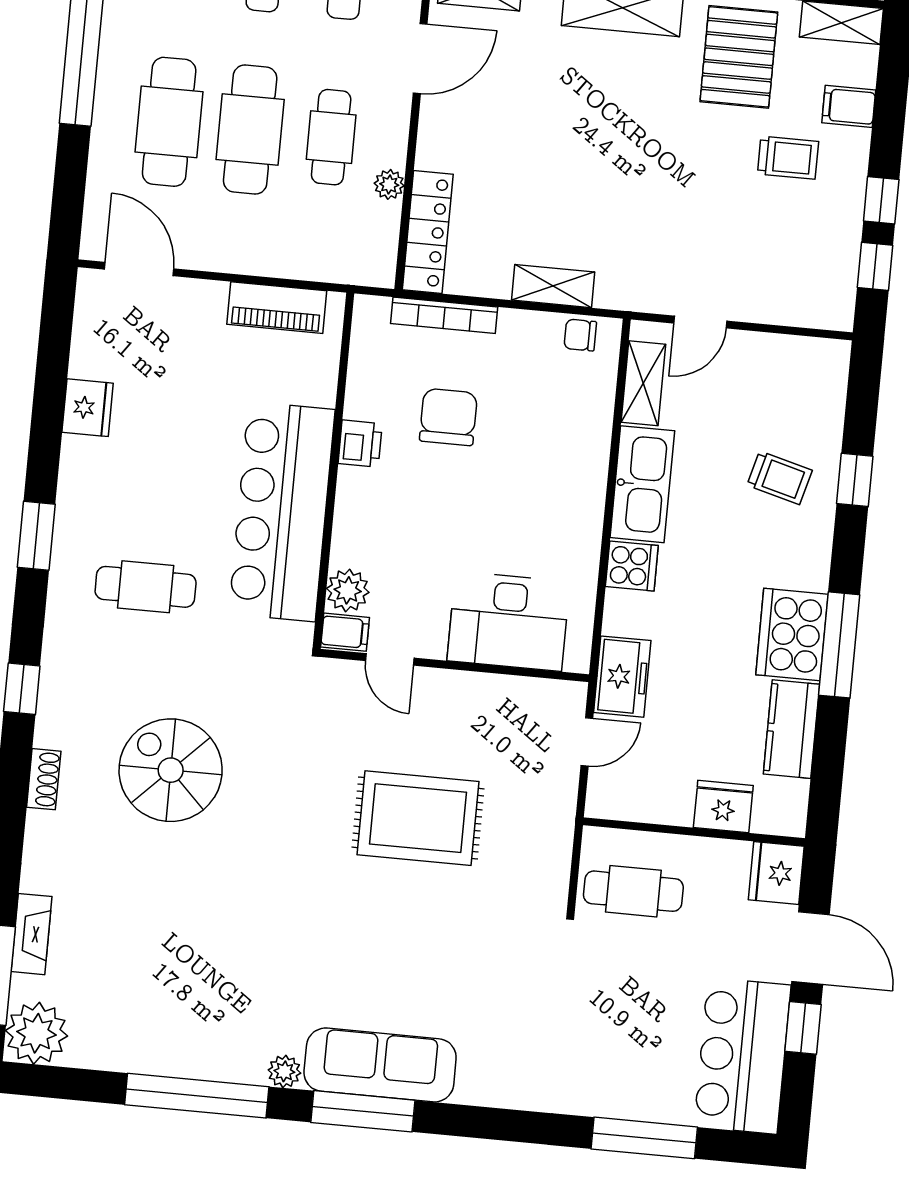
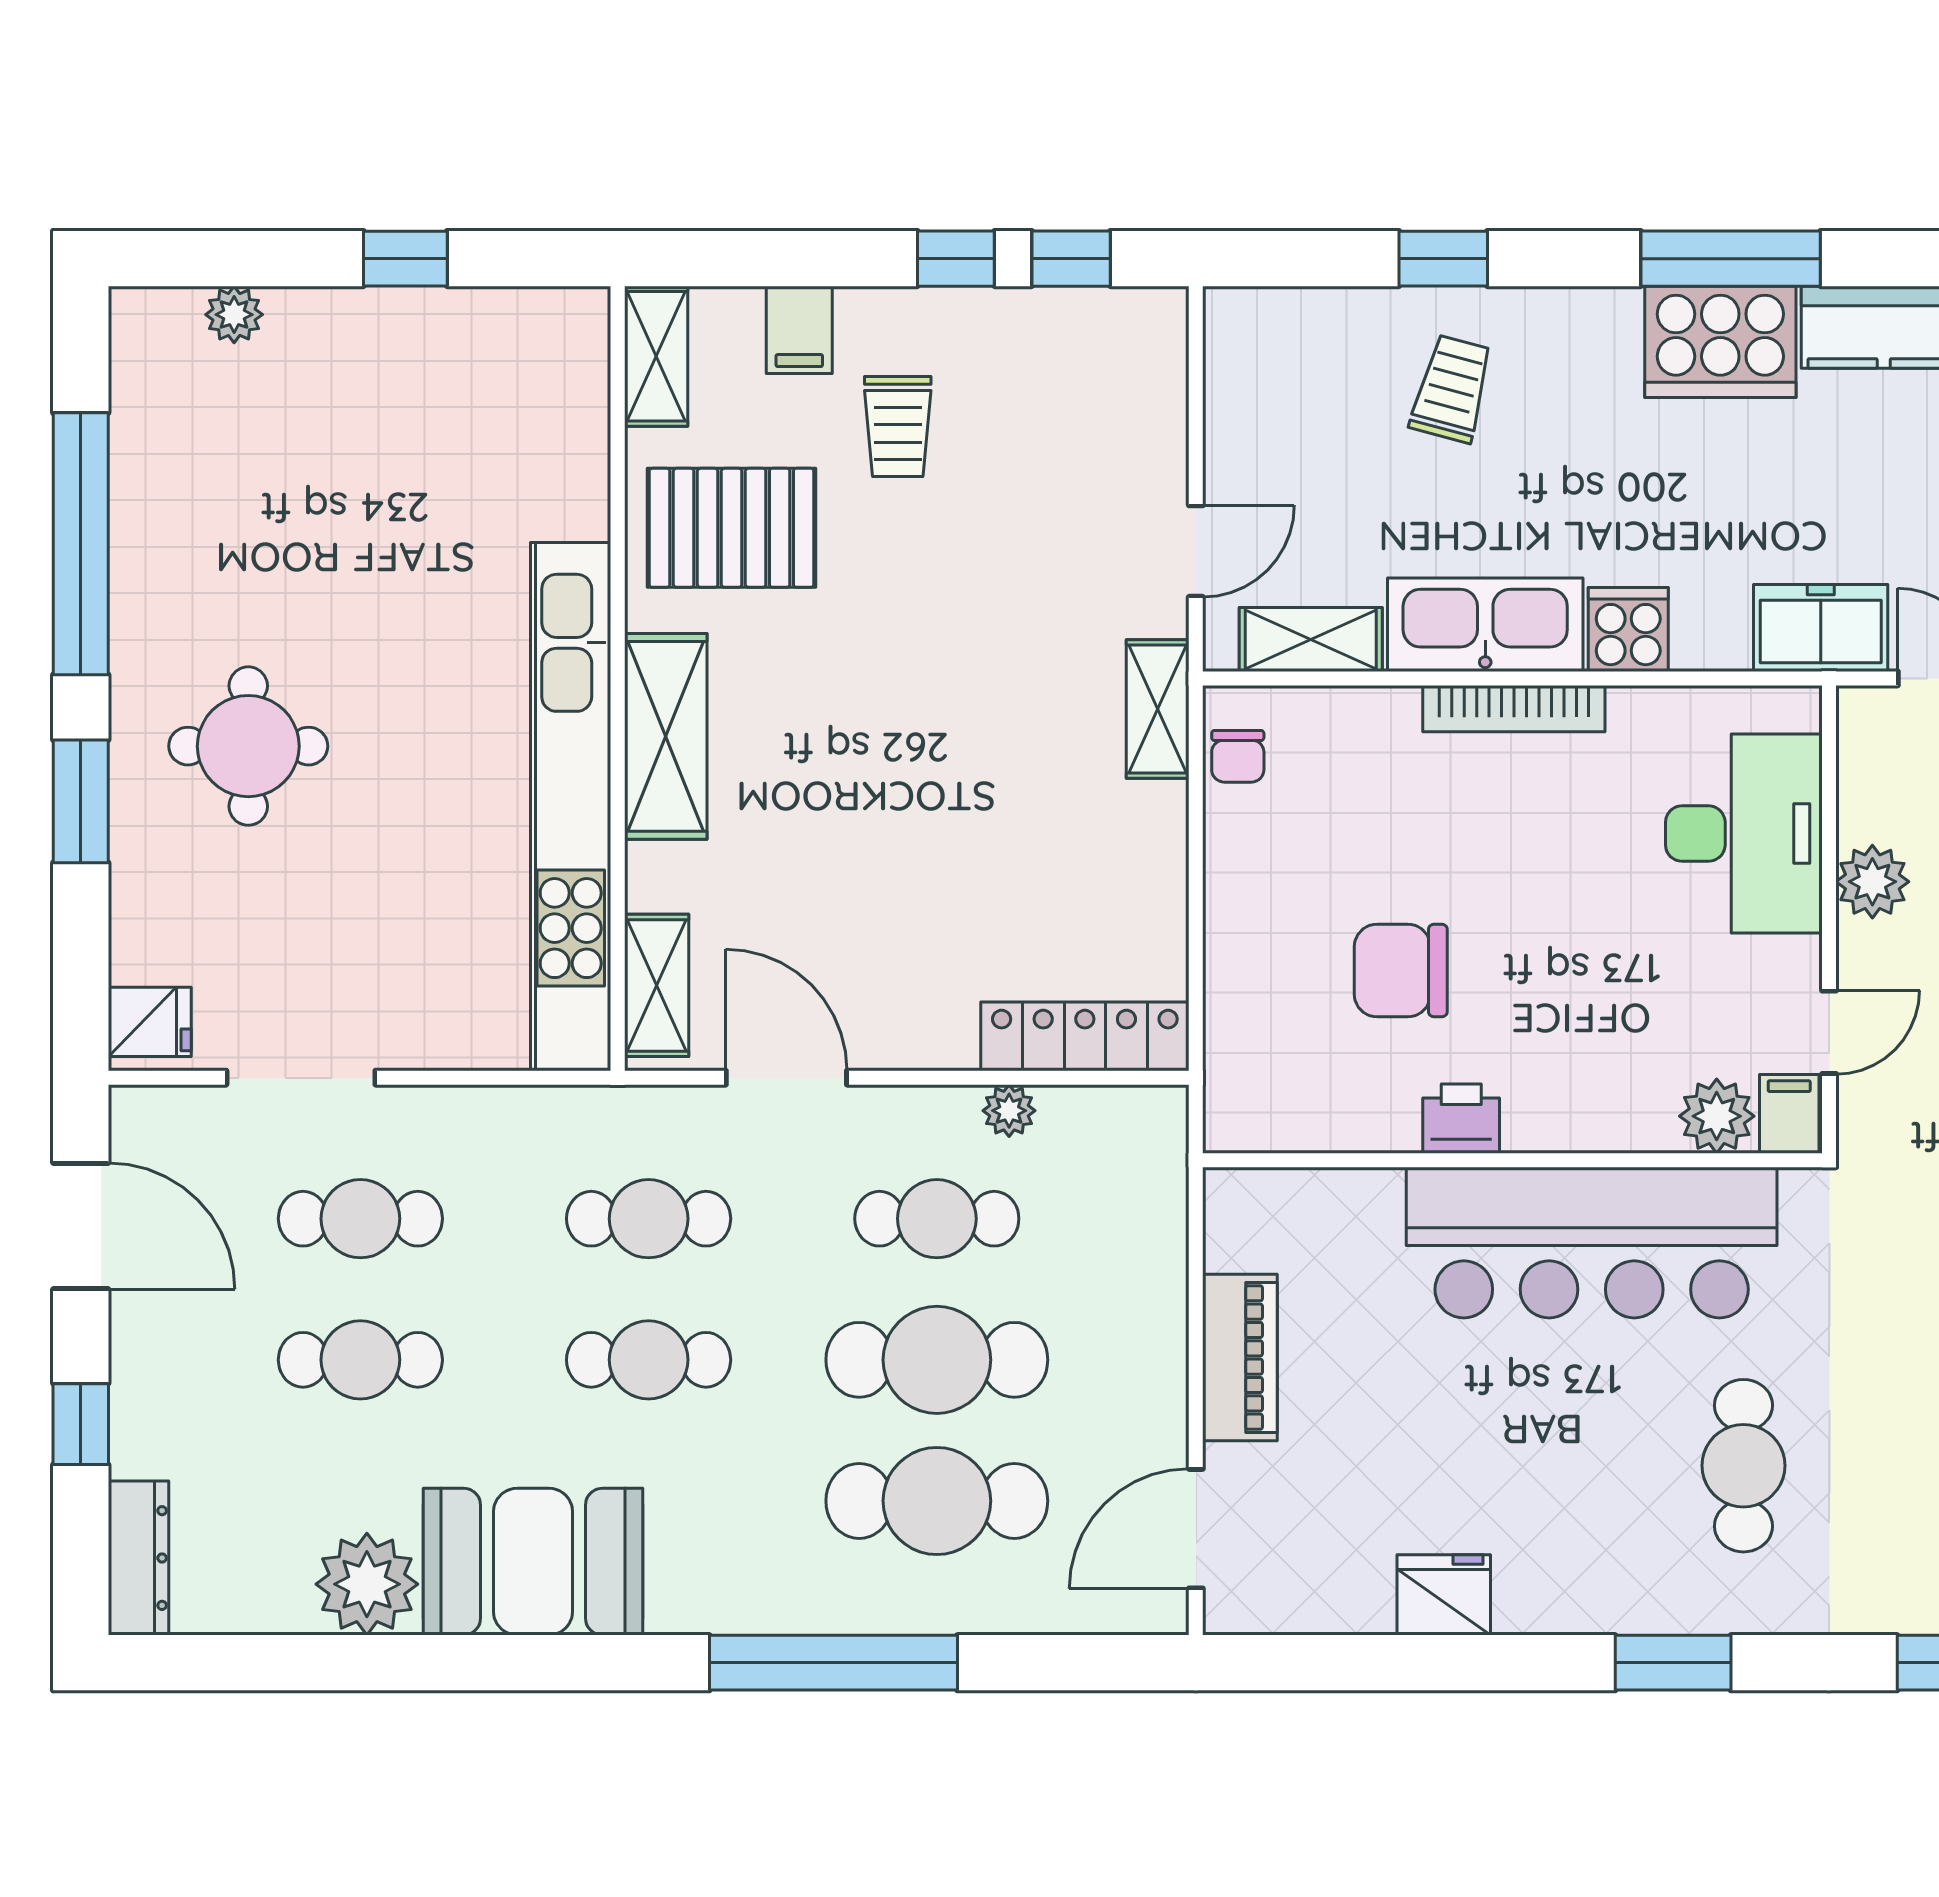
trolley: (788, 158) -> (898, 426), turned 180
shelving: (553, 286) -> (1158, 709), moved
piano: (277, 308) -> (1240, 1357), moved
bookcase: (444, 315) -> (1514, 709), moved, turned 90
door: (700, 322) -> (1196, 551), hinge flipped
plant: (474, 693) -> (1872, 882), added

